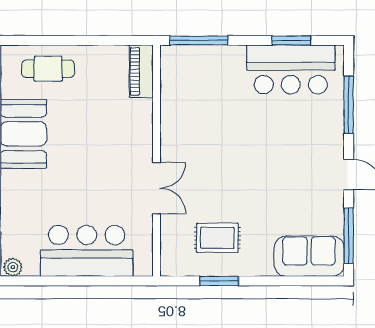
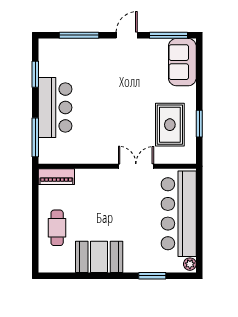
cafe table: (48, 69) -> (57, 228), moved
bar counter: (291, 69) -> (55, 107), moved
rug: (217, 238) -> (170, 125), width x1.36, depth x1.43
bar counter: (87, 251) -> (179, 214), width x1.36

